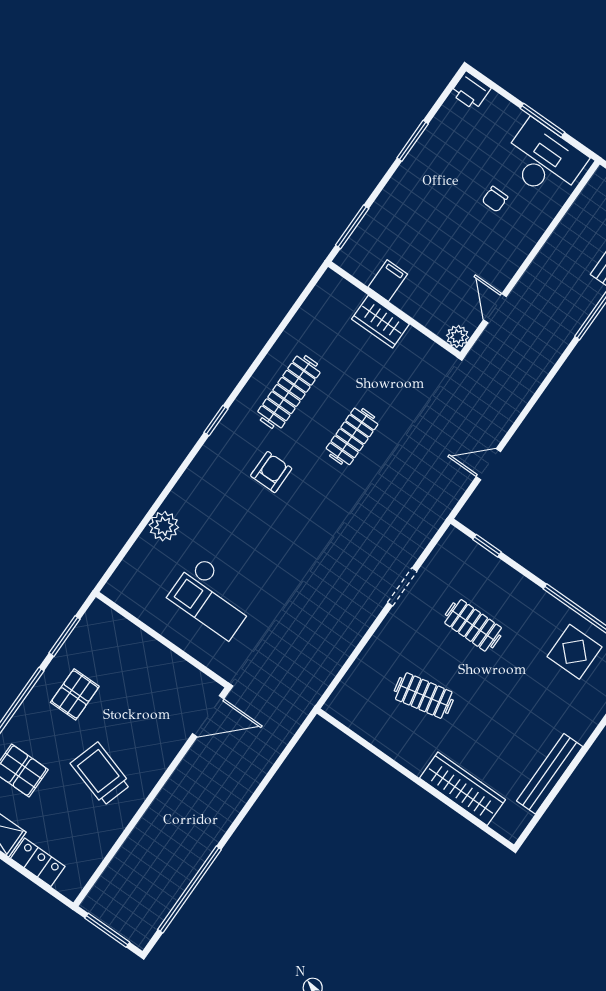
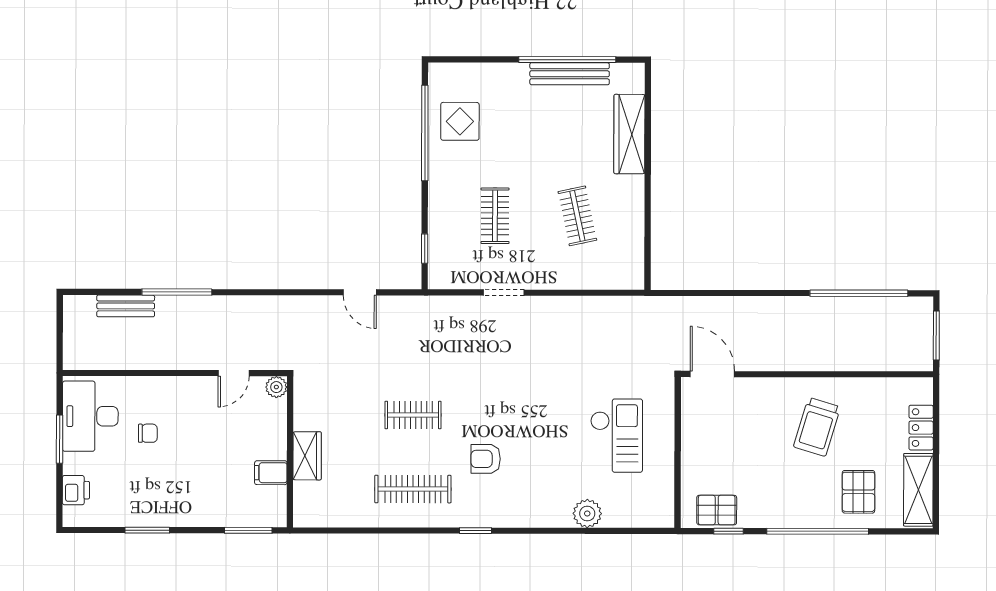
printer: (471, 91) -> (76, 490), moved
window: (65, 636) -> (728, 531), width x0.67
pallet: (75, 694) -> (717, 510), moved
window: (563, 780) -> (567, 60), added

